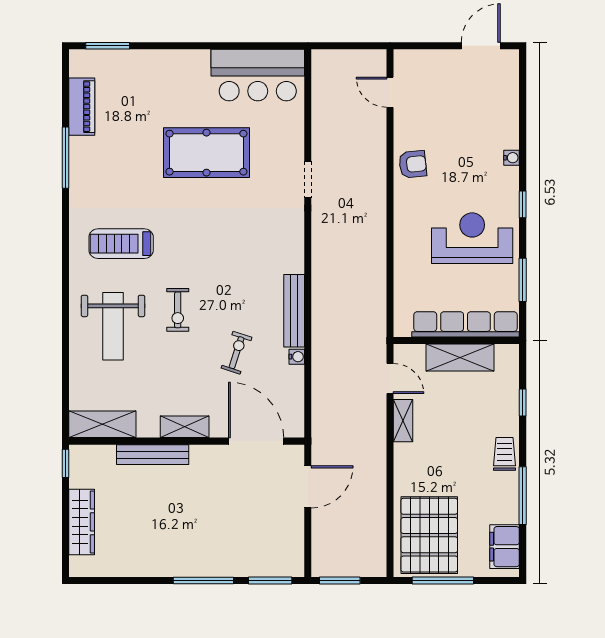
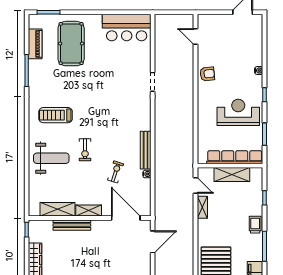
pool table: (206, 153) -> (71, 44), moved, turned 90
weight bench: (113, 326) -> (51, 158), turned -90
shelving: (102, 424) -> (58, 209), moved

